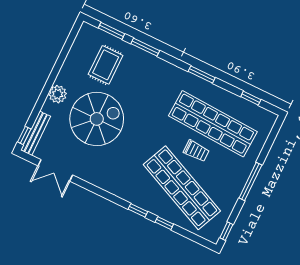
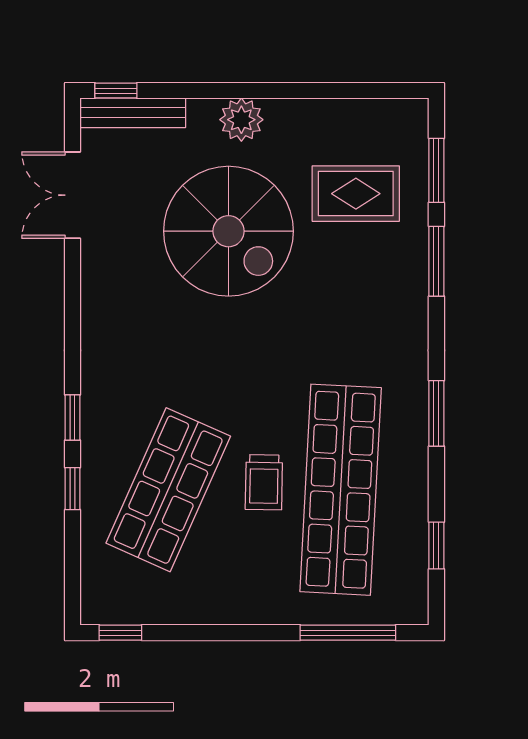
window: (250, 181) -> (348, 633), moved
shop shelf: (182, 188) -> (168, 490), width x0.71

